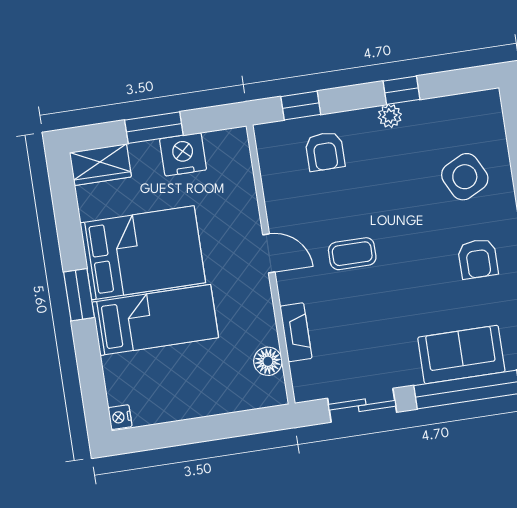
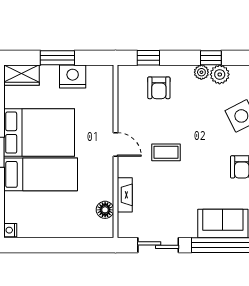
plant: (420, 115) -> (220, 74), added

